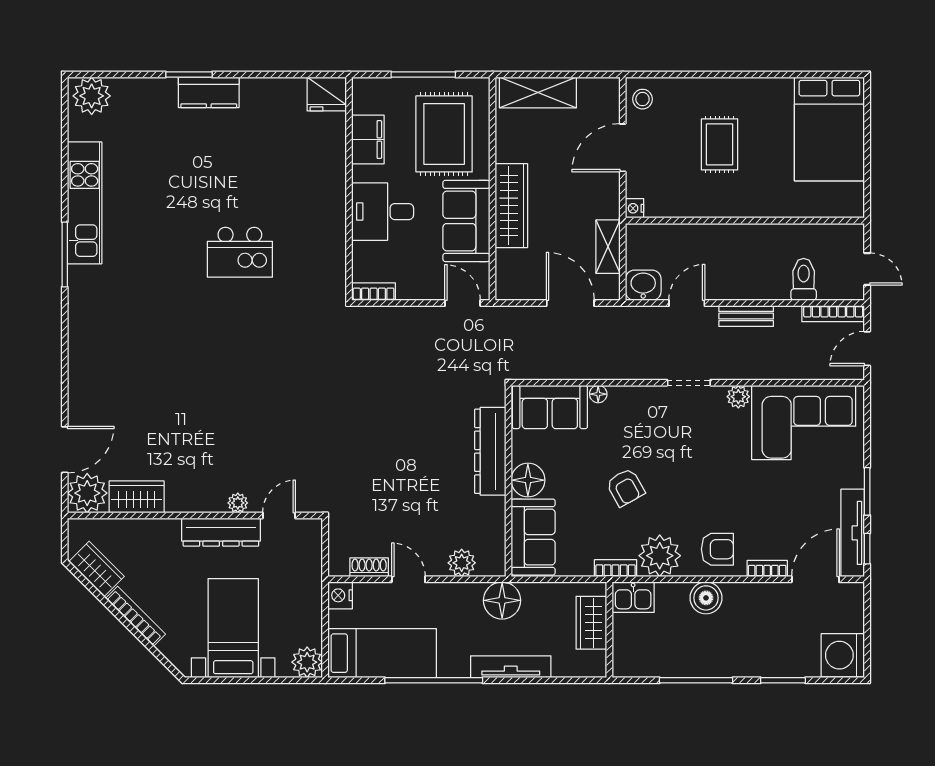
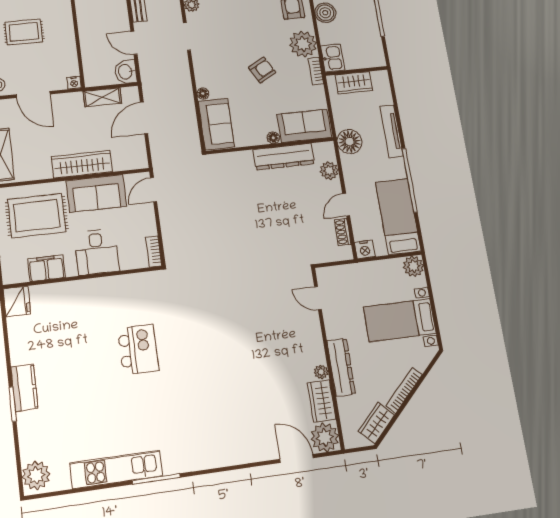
dresser: (490, 451) -> (284, 157), moved
floor lamp: (528, 480) -> (273, 138), width x0.53, depth x0.53
plant: (238, 503) -> (321, 372), moved
dresser: (221, 532) -> (341, 367), moved

